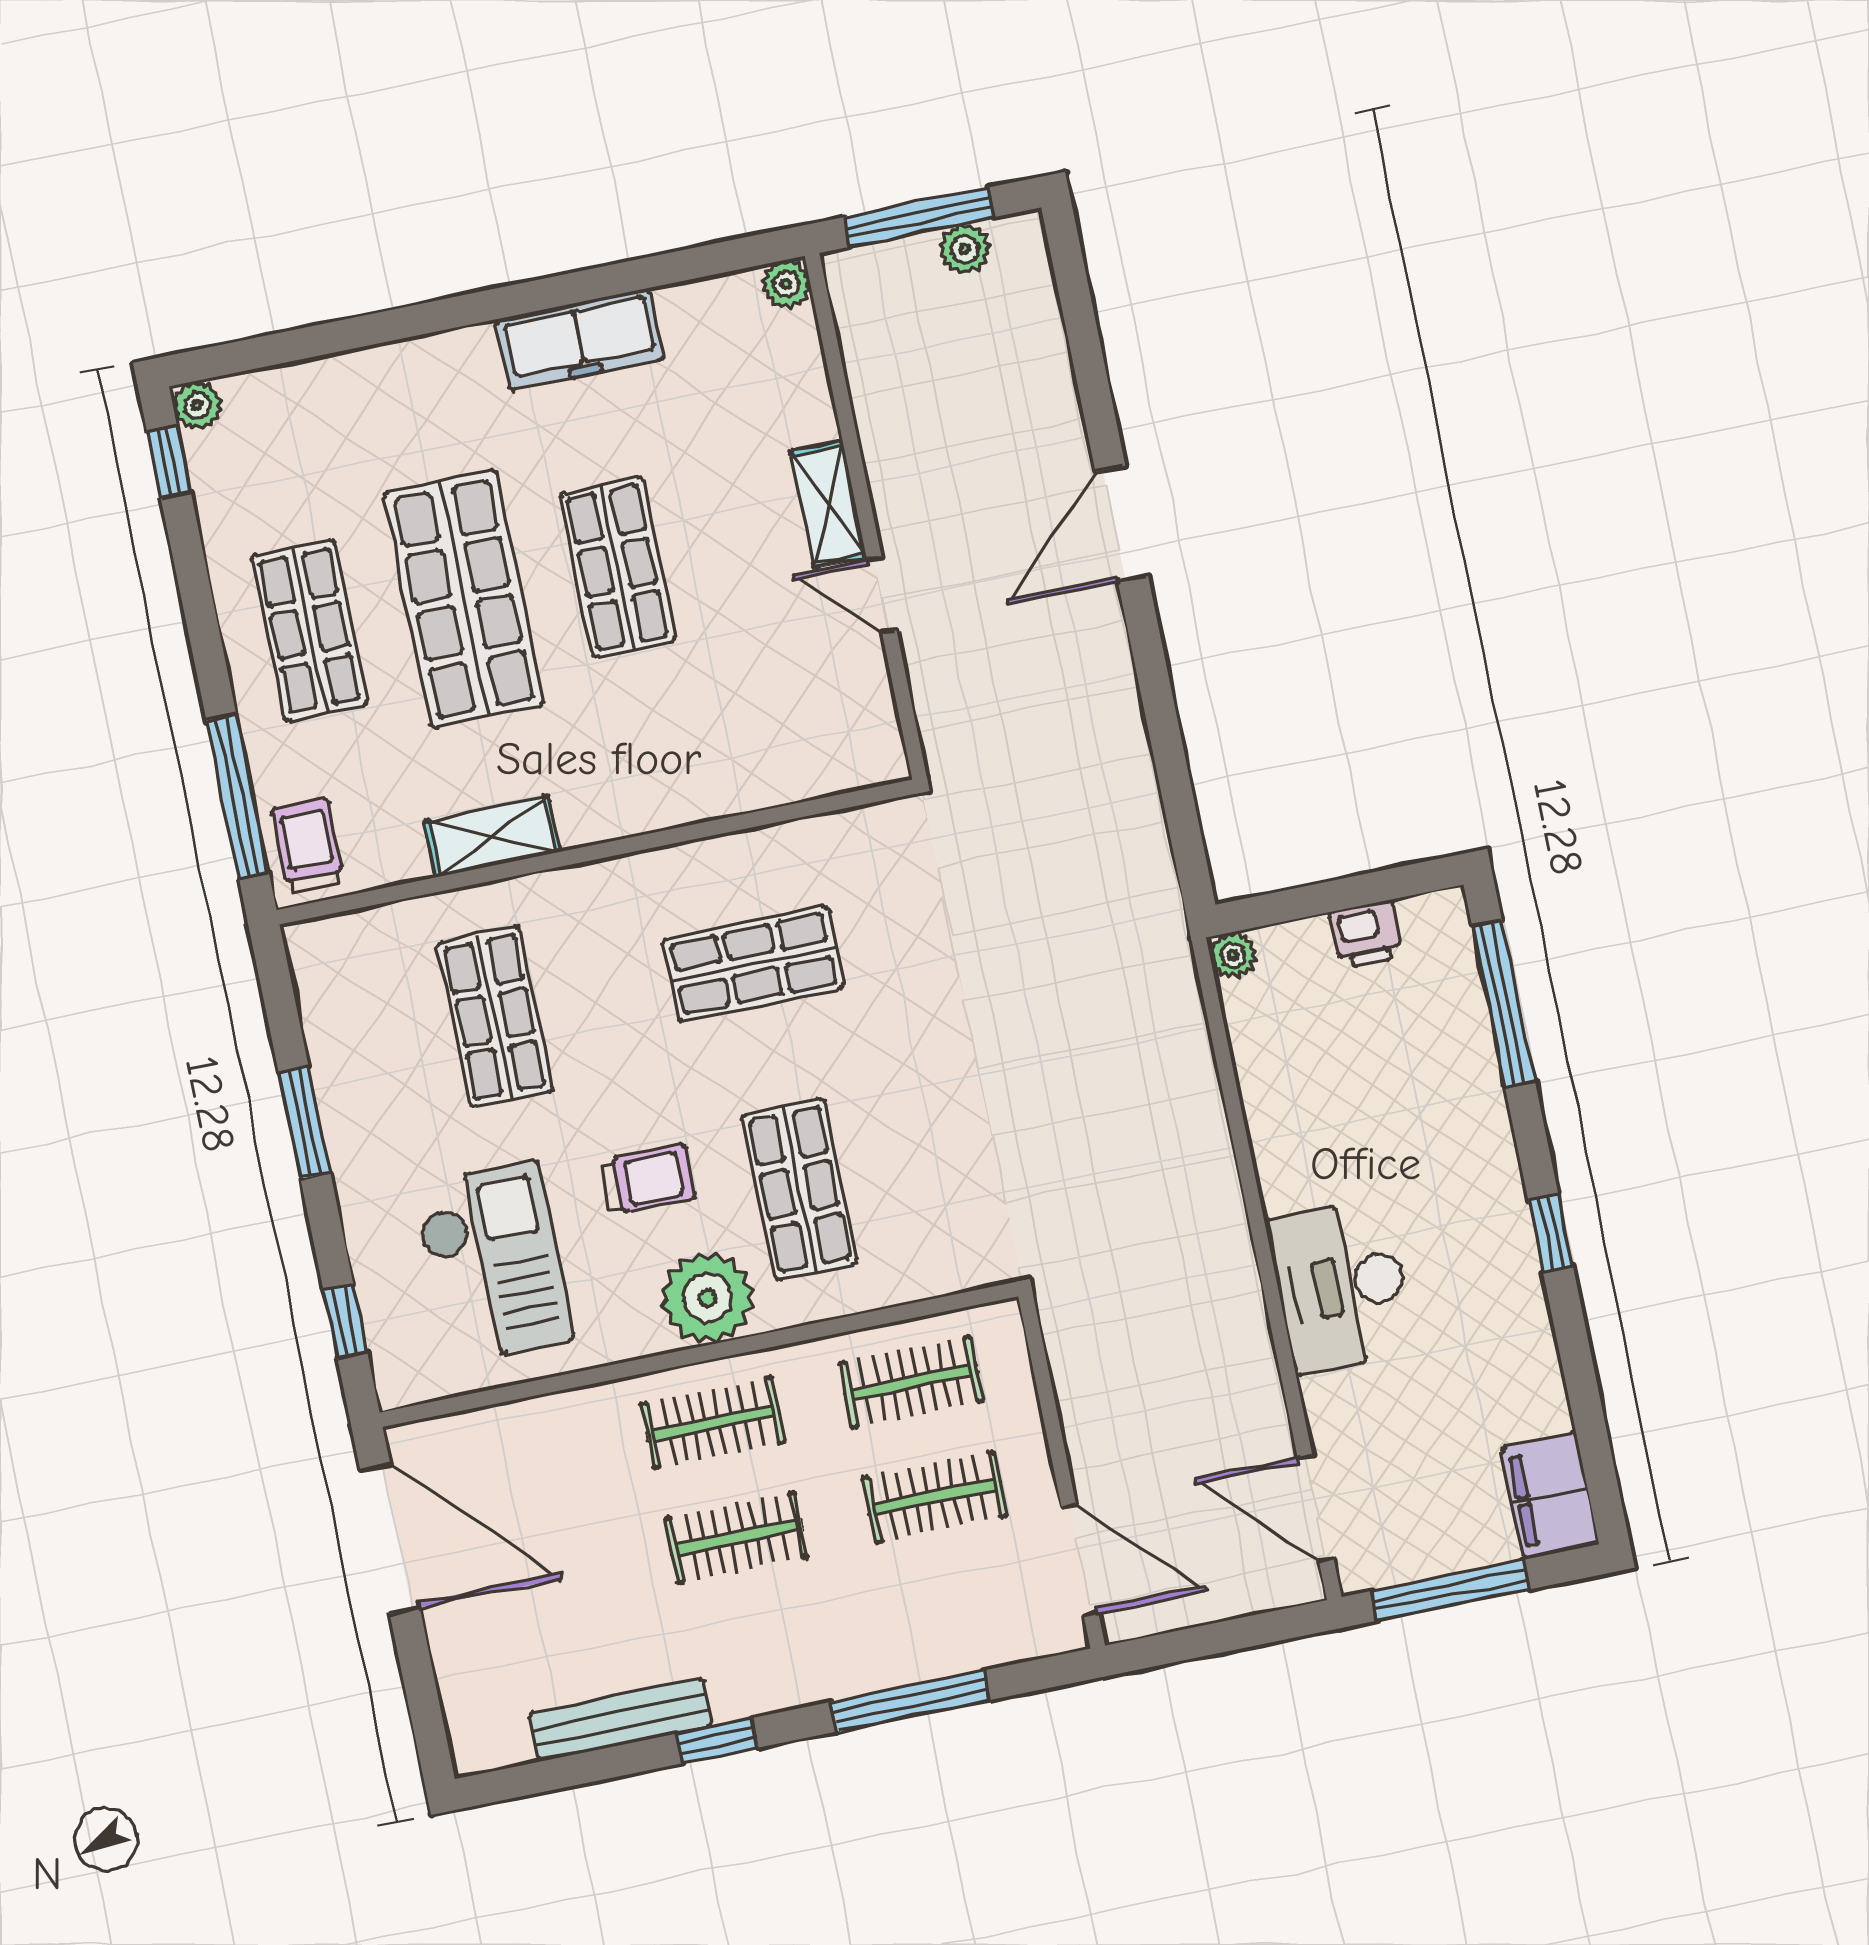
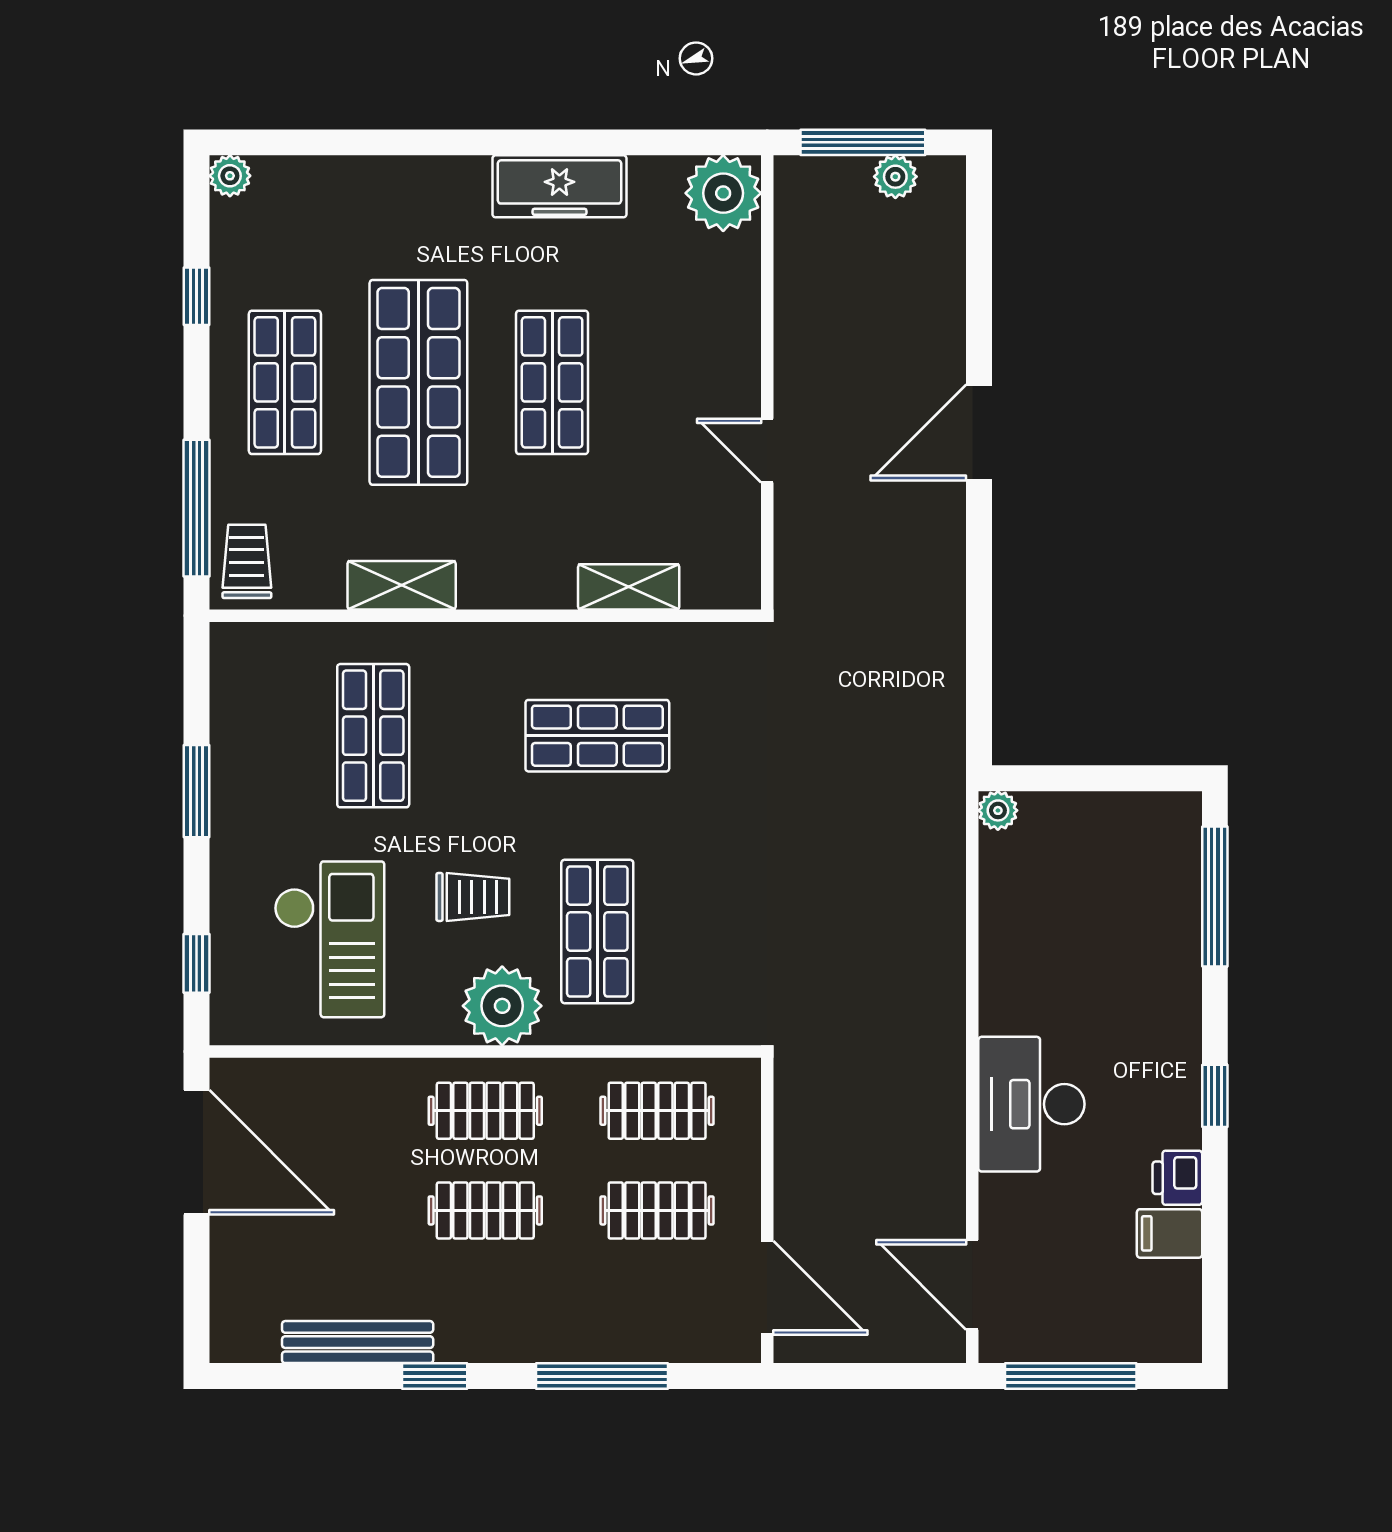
plant: (786, 284) -> (723, 193), width x1.87, depth x1.87
window: (169, 462) -> (197, 296), moved
shelving: (829, 504) -> (629, 587), moved, turned 90
printer: (1366, 934) -> (1177, 1178), moved, turned 90
filing cabinet: (1550, 1496) -> (1170, 1233), moved, width x0.50

